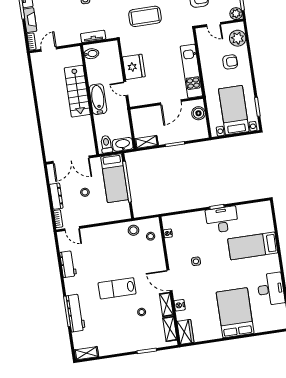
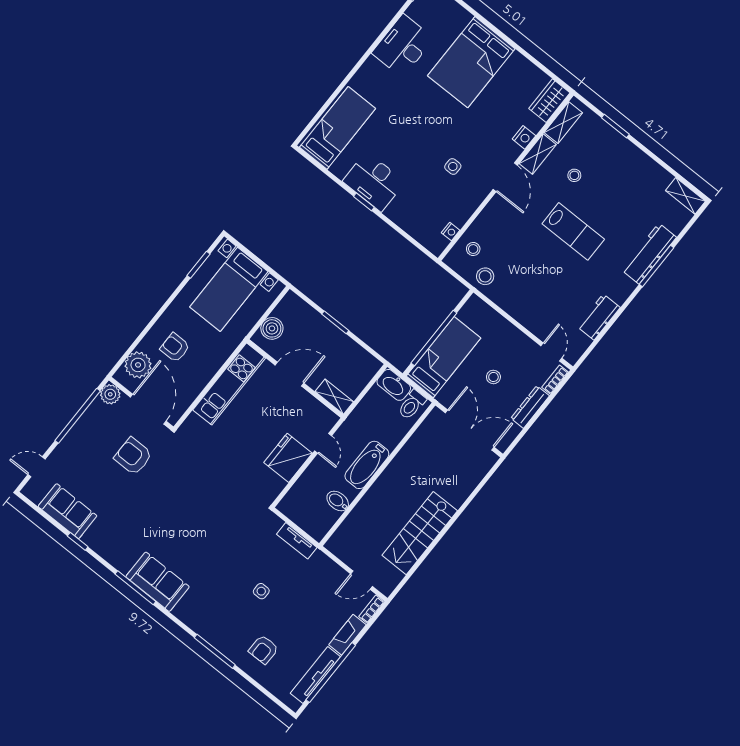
coffee table: (145, 16) -> (215, 501), removed
door: (214, 24) -> (148, 409), width x1.88
bidet: (91, 54) -> (338, 501), moved
stairs: (77, 91) -> (420, 533), moved, turned 180
shelving: (146, 142) -> (334, 397), moved
bed: (253, 246) -> (338, 128), moved, turned -90

